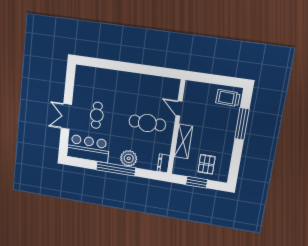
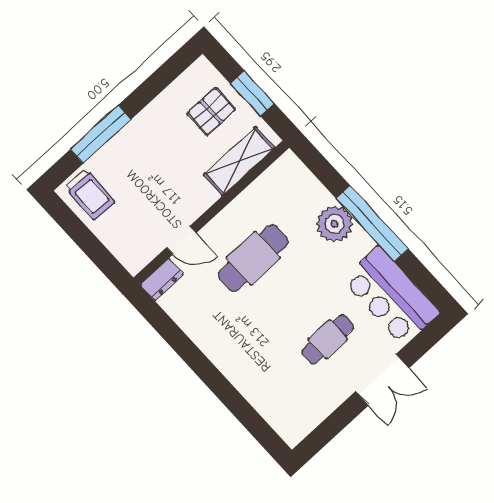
door: (179, 108) -> (181, 240), hinge flipped
cafe table: (147, 123) -> (253, 258), turned 90
shelving: (183, 142) -> (239, 161), moved
dresser: (163, 163) -> (162, 280), moved

